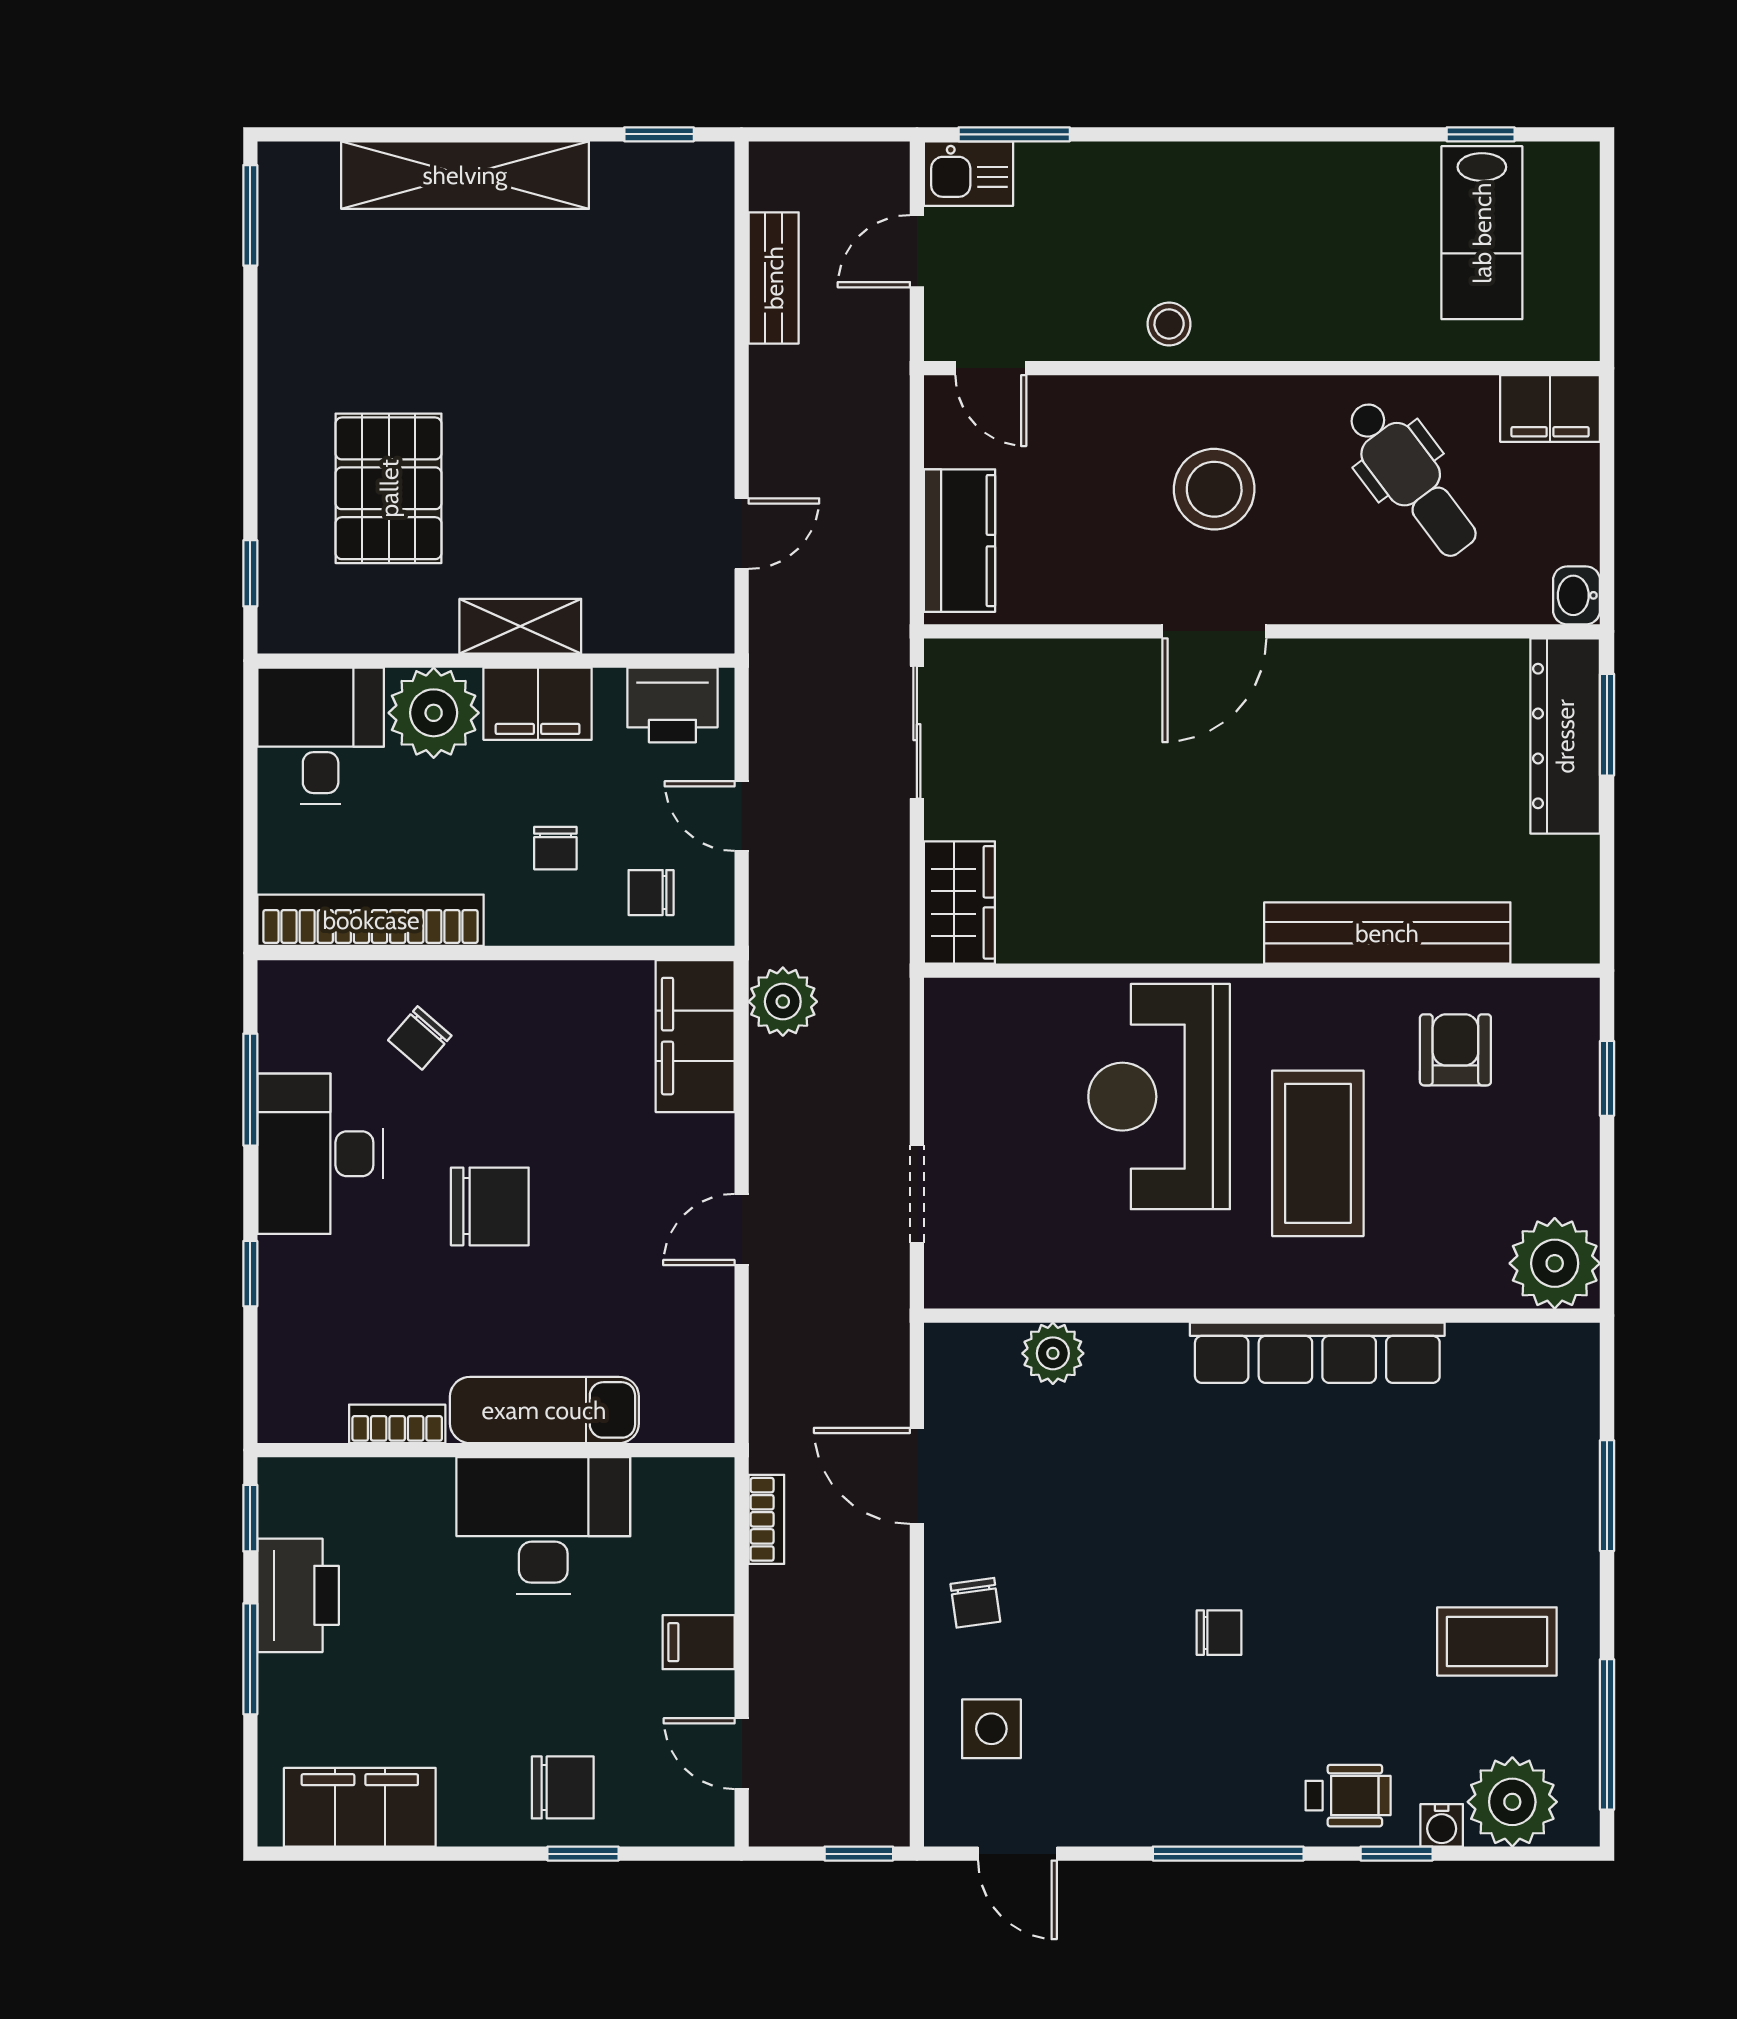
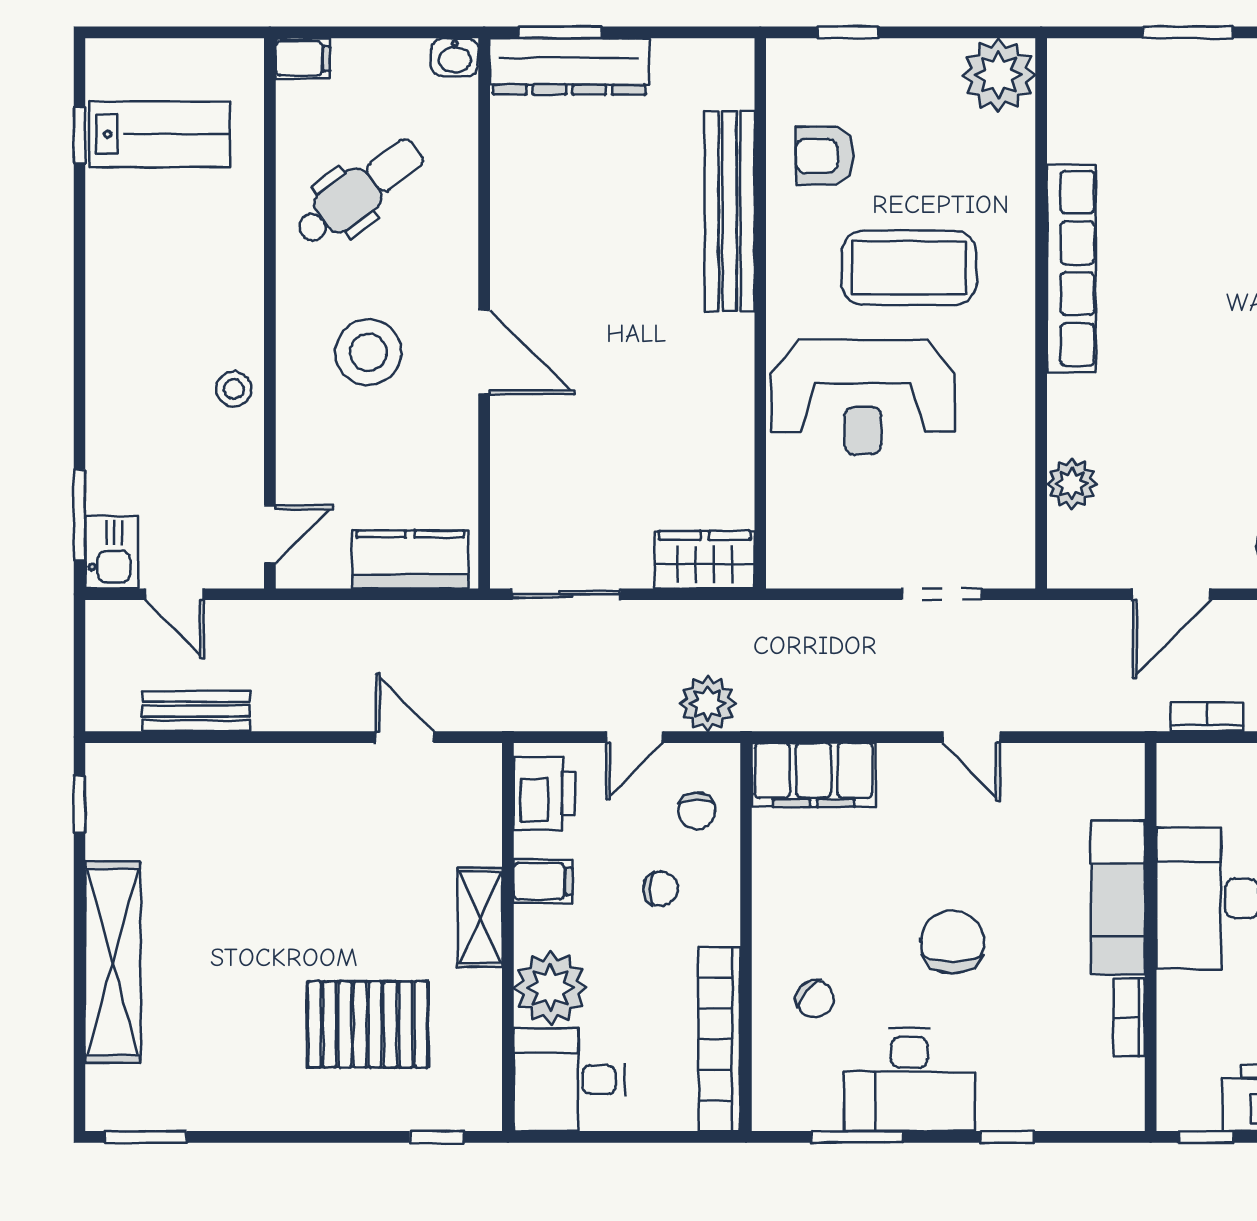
filing cabinet: (1550, 409) -> (303, 58), width x0.50
filing cabinet: (538, 704) -> (543, 881), width x0.50
plant: (783, 1002) -> (708, 703), moved

